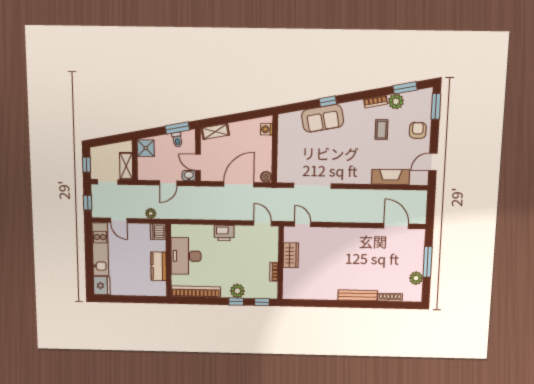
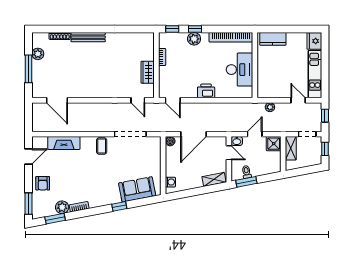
sofa: (323, 118) -> (137, 189), moved
coffee table: (381, 130) -> (102, 146), moved
shower: (146, 148) -> (274, 144), moved
dishwasher: (158, 232) -> (264, 91), removed
kitchen counter: (159, 266) -> (273, 39), moved, turned 90

